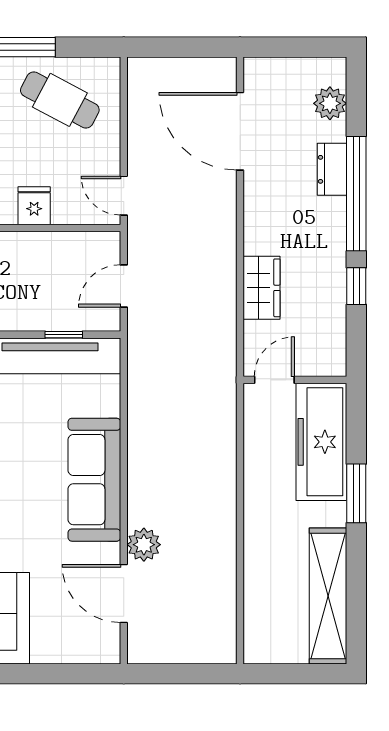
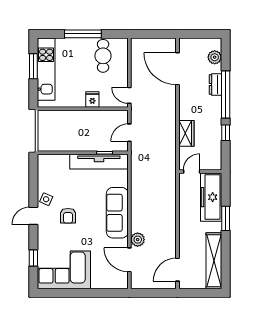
cafe table: (60, 100) -> (103, 56), turned 62
door: (240, 617) -> (177, 270), added

